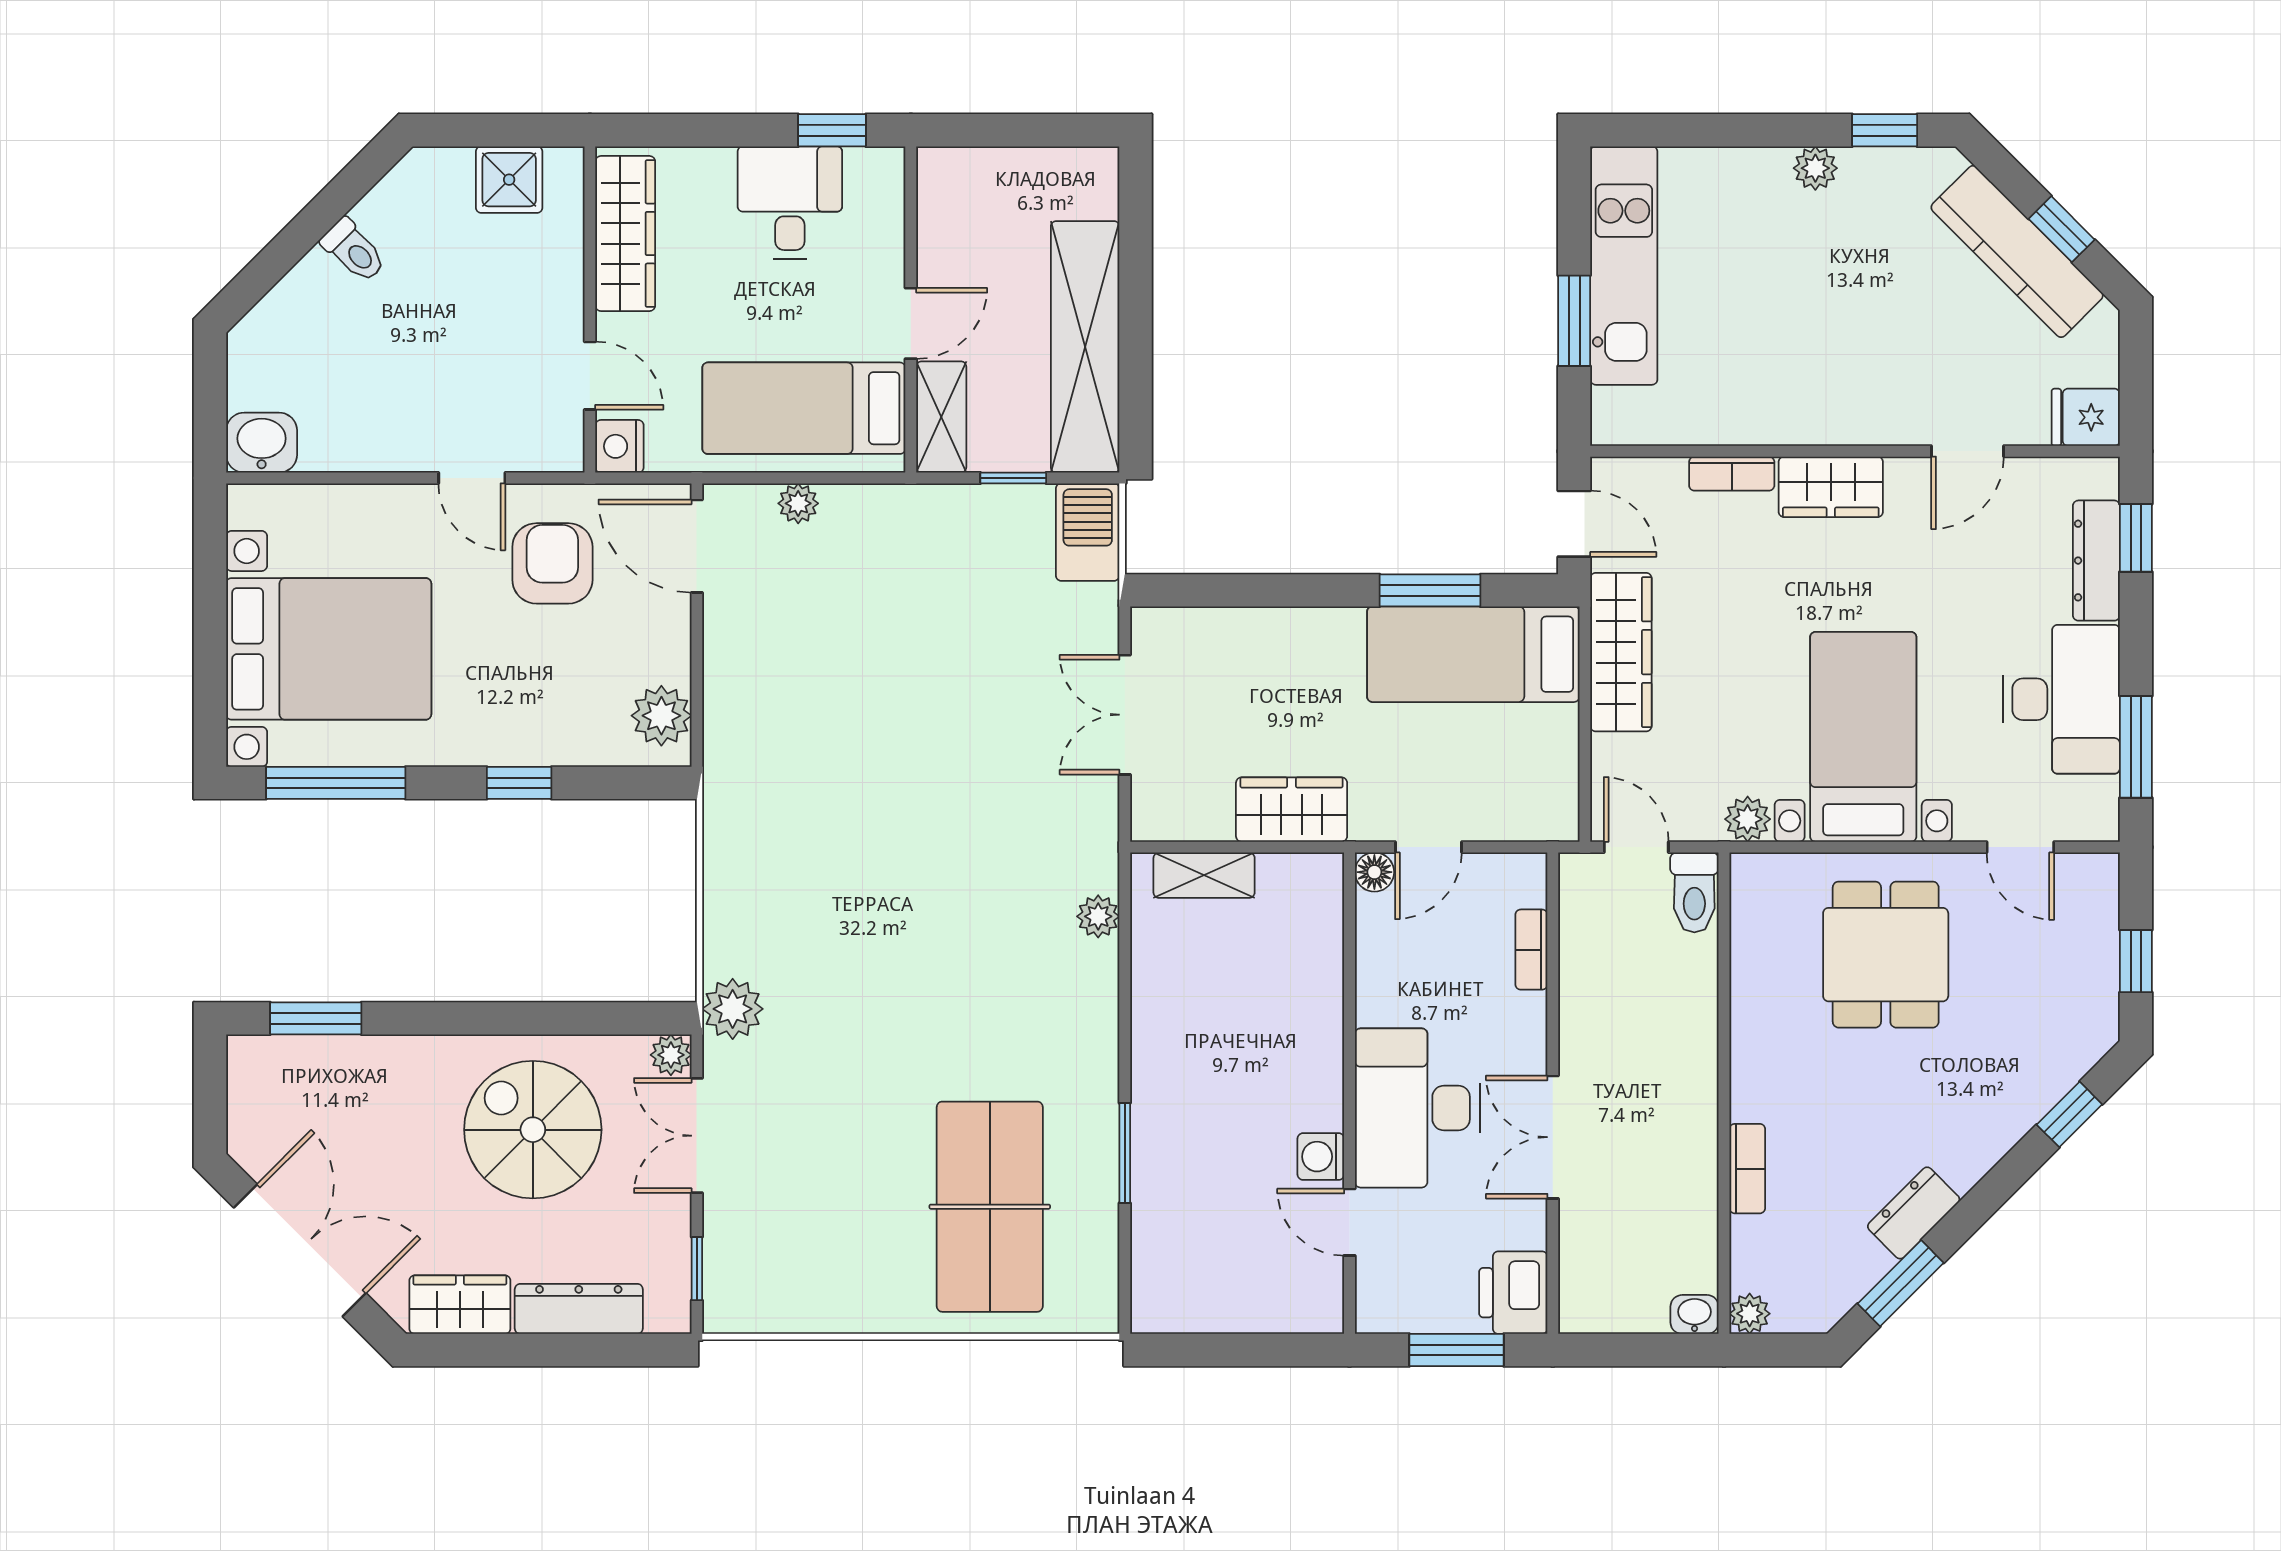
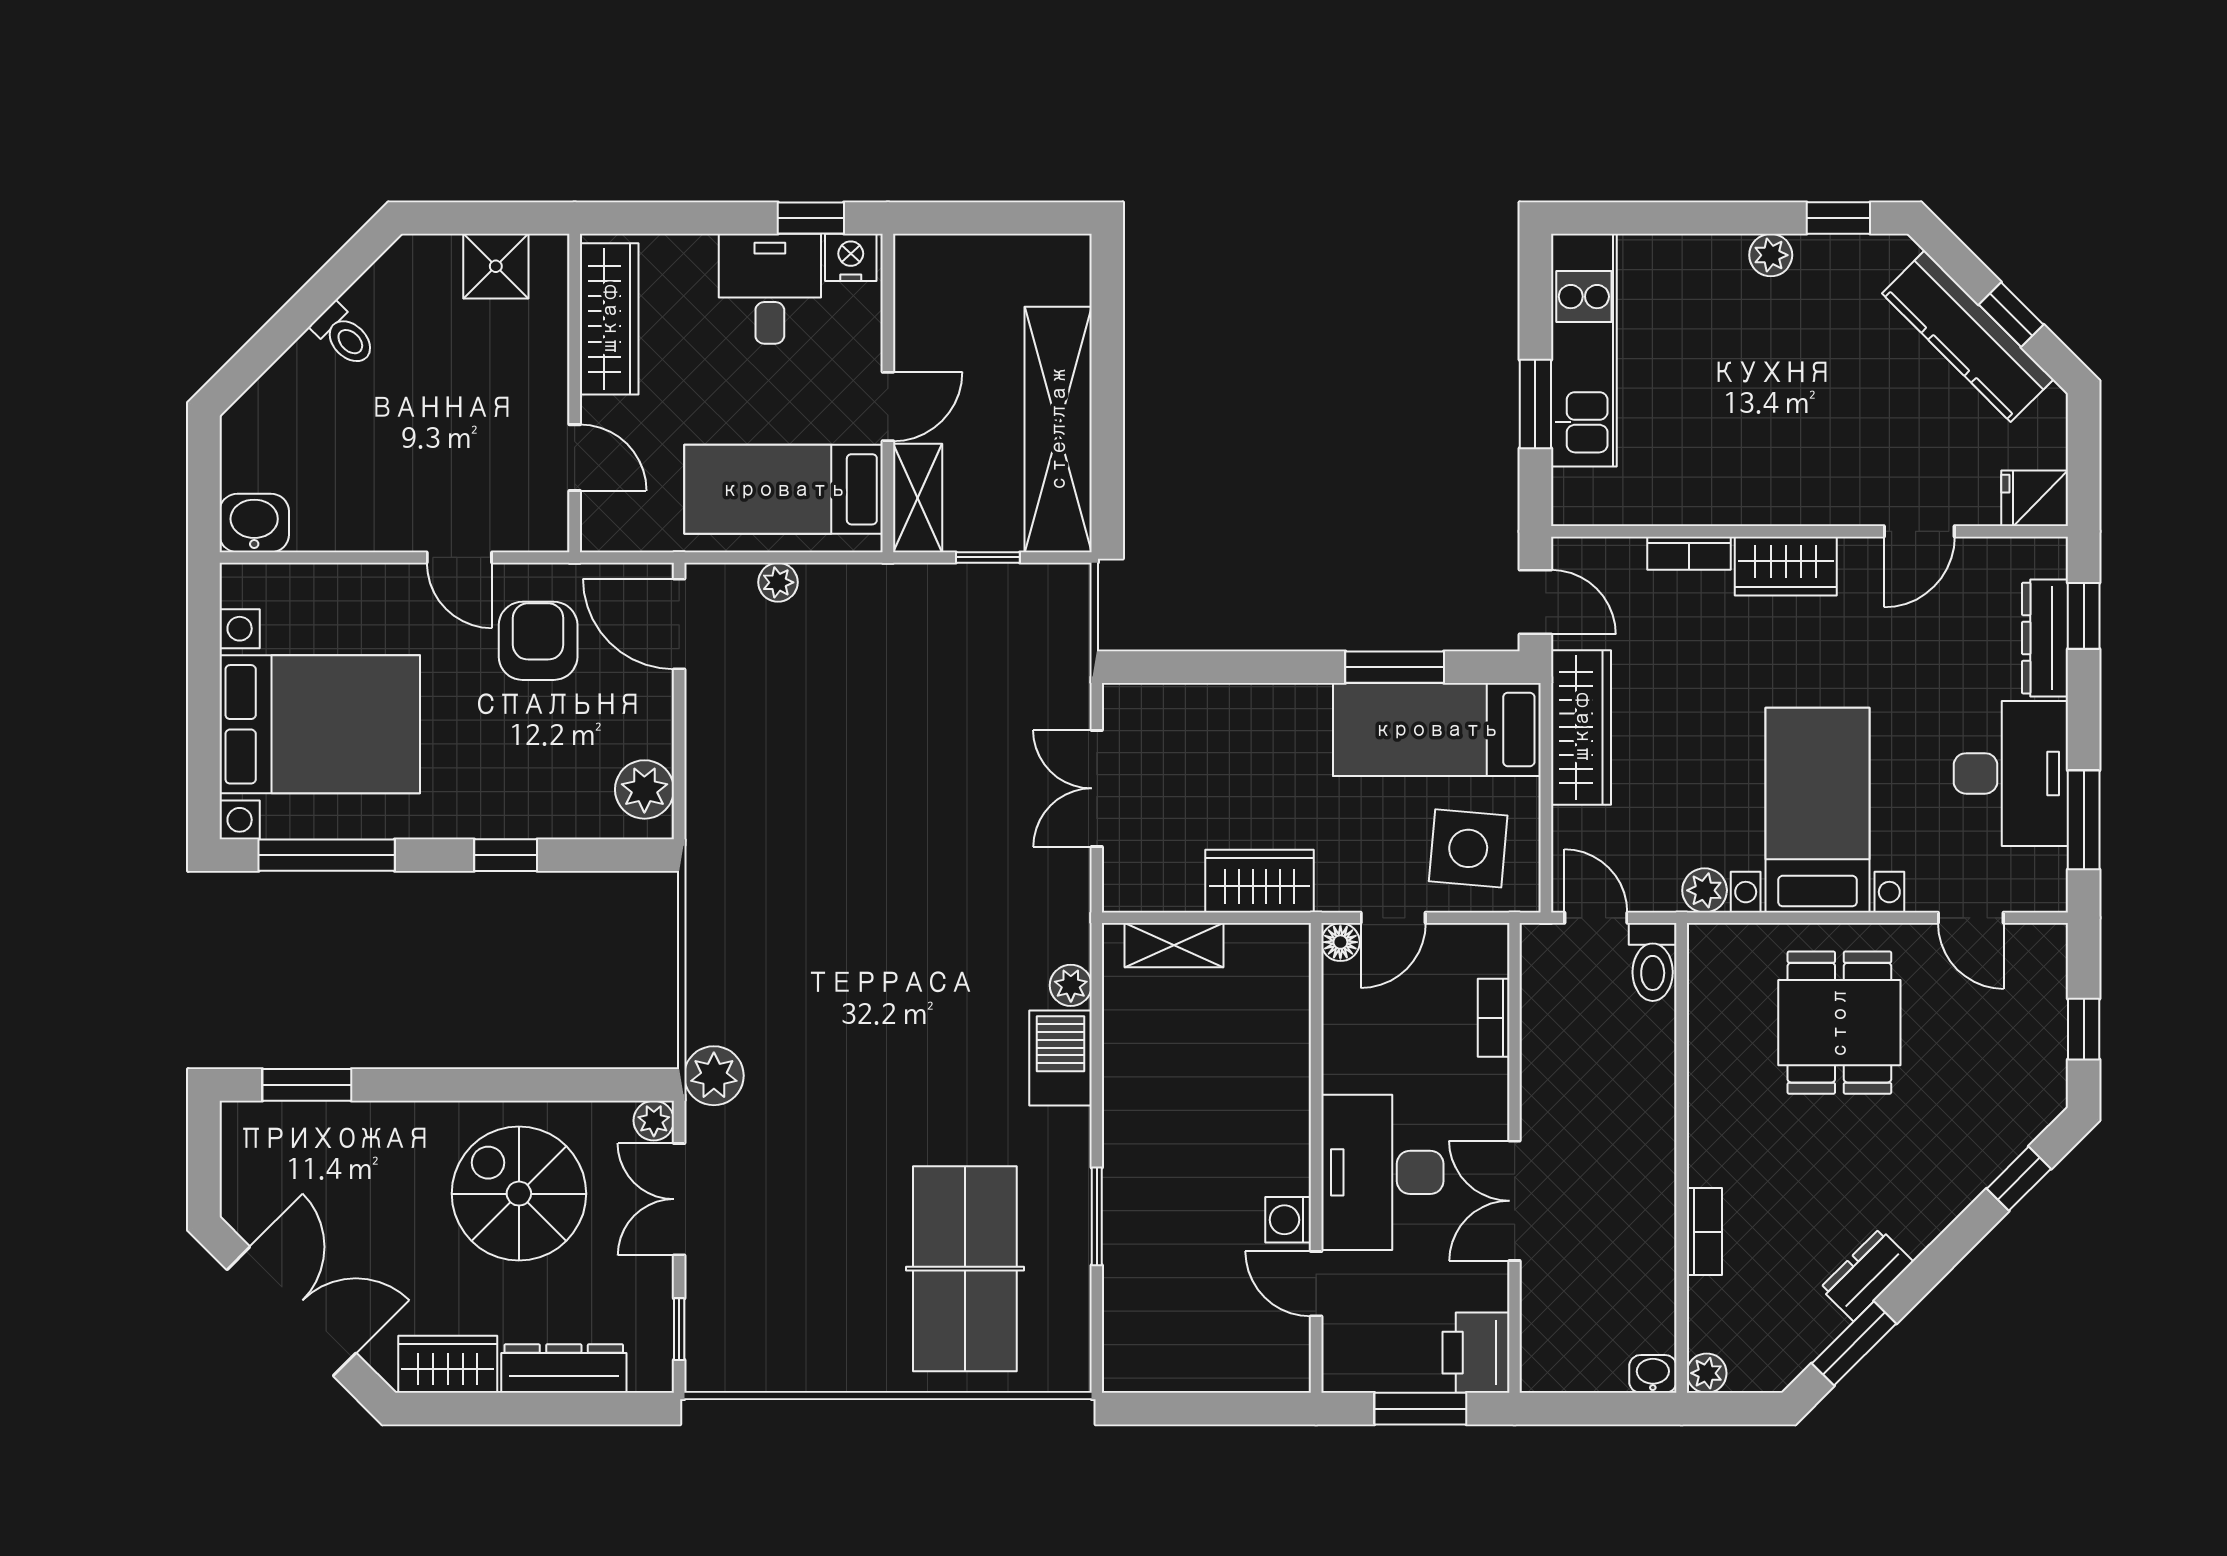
nightstand: (619, 446) -> (851, 257), moved, turned 90
barbecue: (1088, 532) -> (1060, 1058), moved
side table: (1505, 776) -> (1468, 848), added

